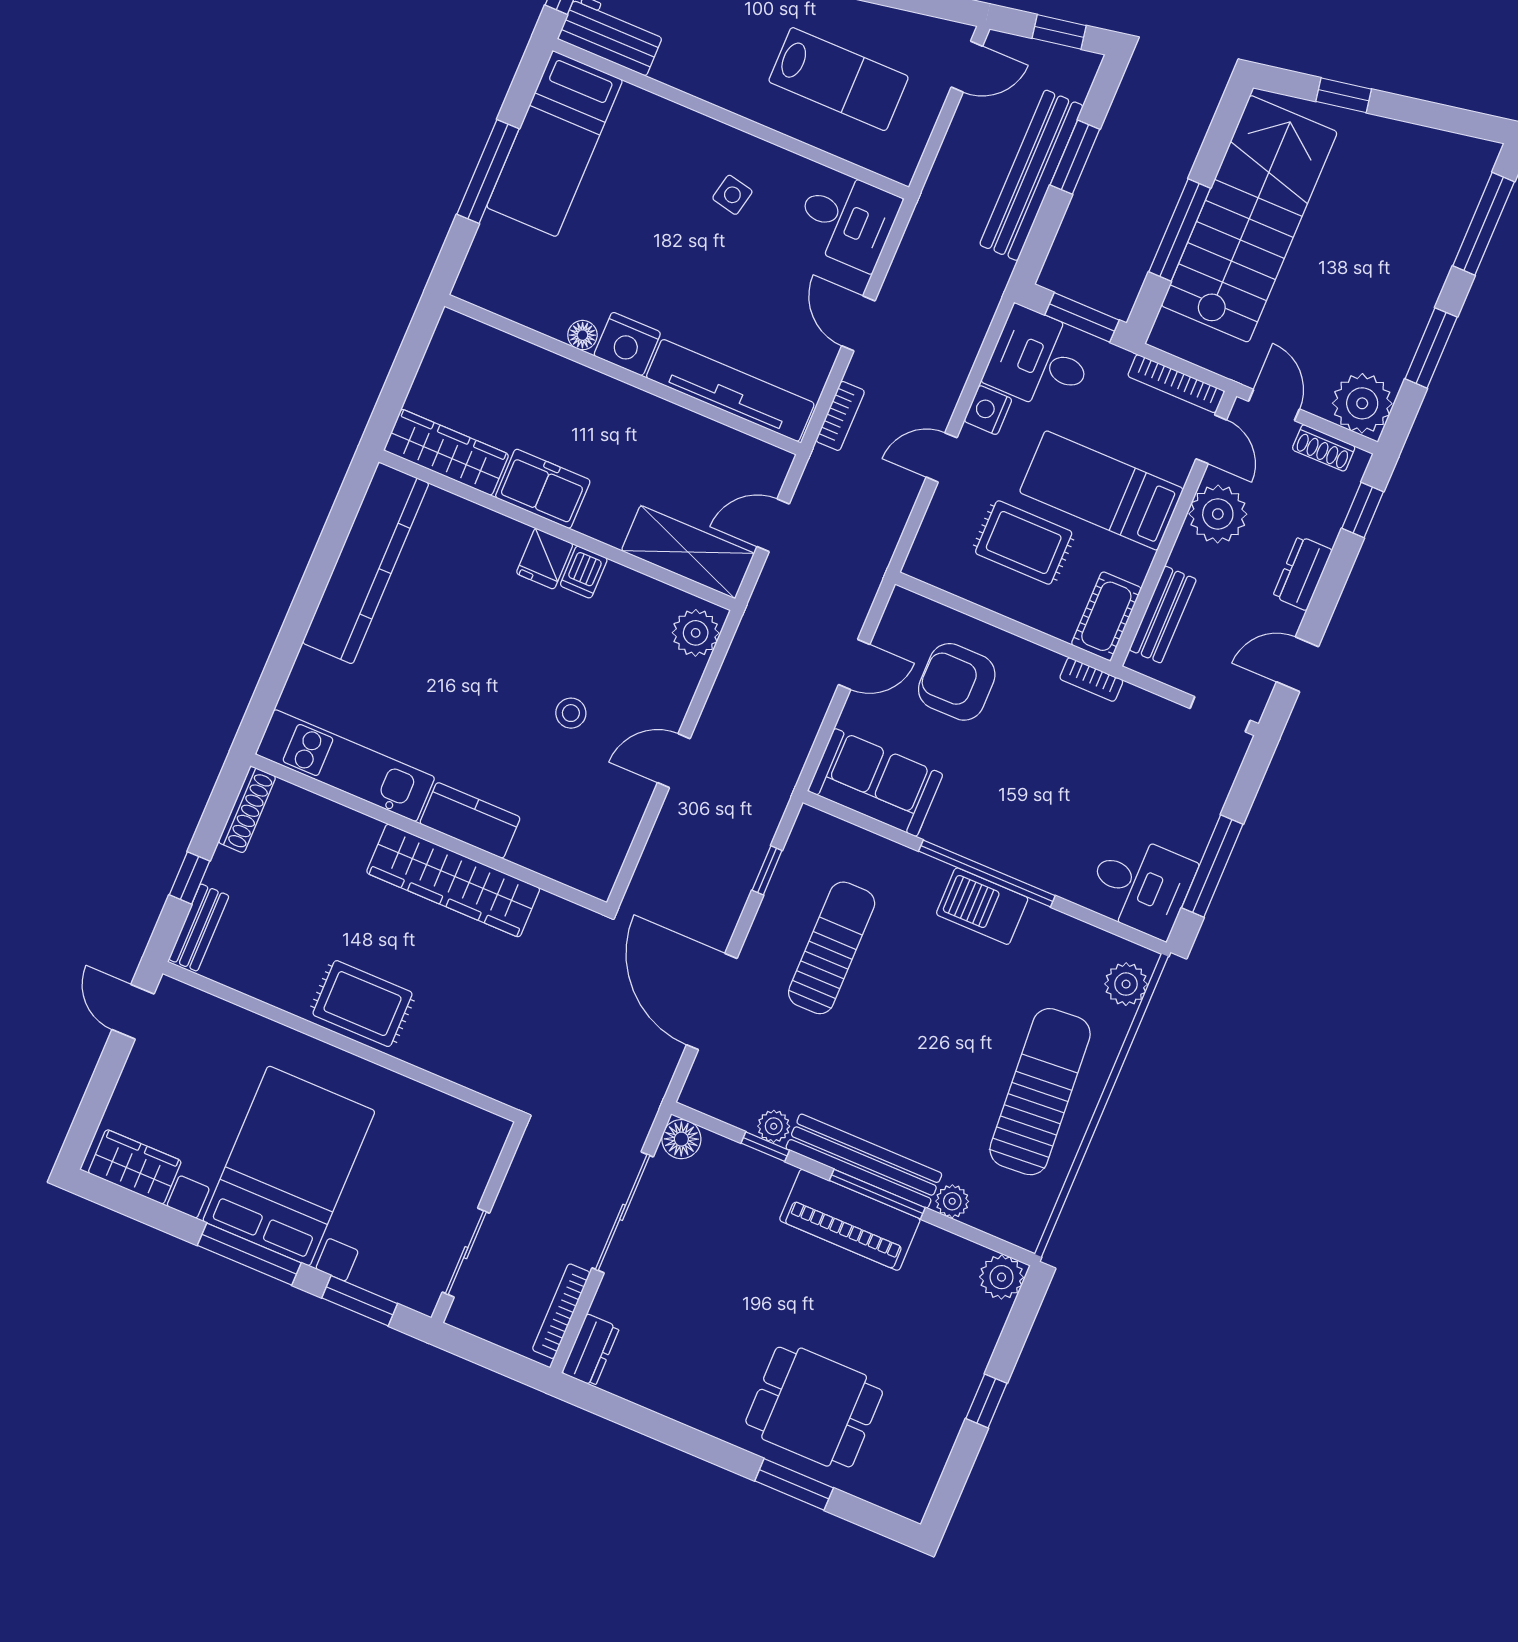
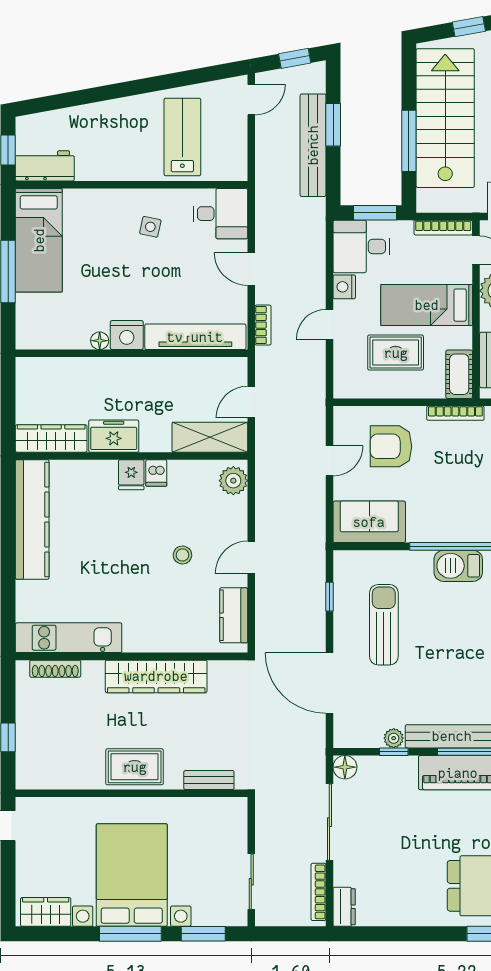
lab bench: (839, 79) -> (182, 137), turned -90
bookcase: (1091, 679) -> (455, 413), width x1.56
shoe rack: (247, 809) -> (55, 669), moved, turned 90
kitchen counter: (470, 820) -> (234, 615), moved, turned -90
bench: (199, 928) -> (209, 780), moved, turned 90

